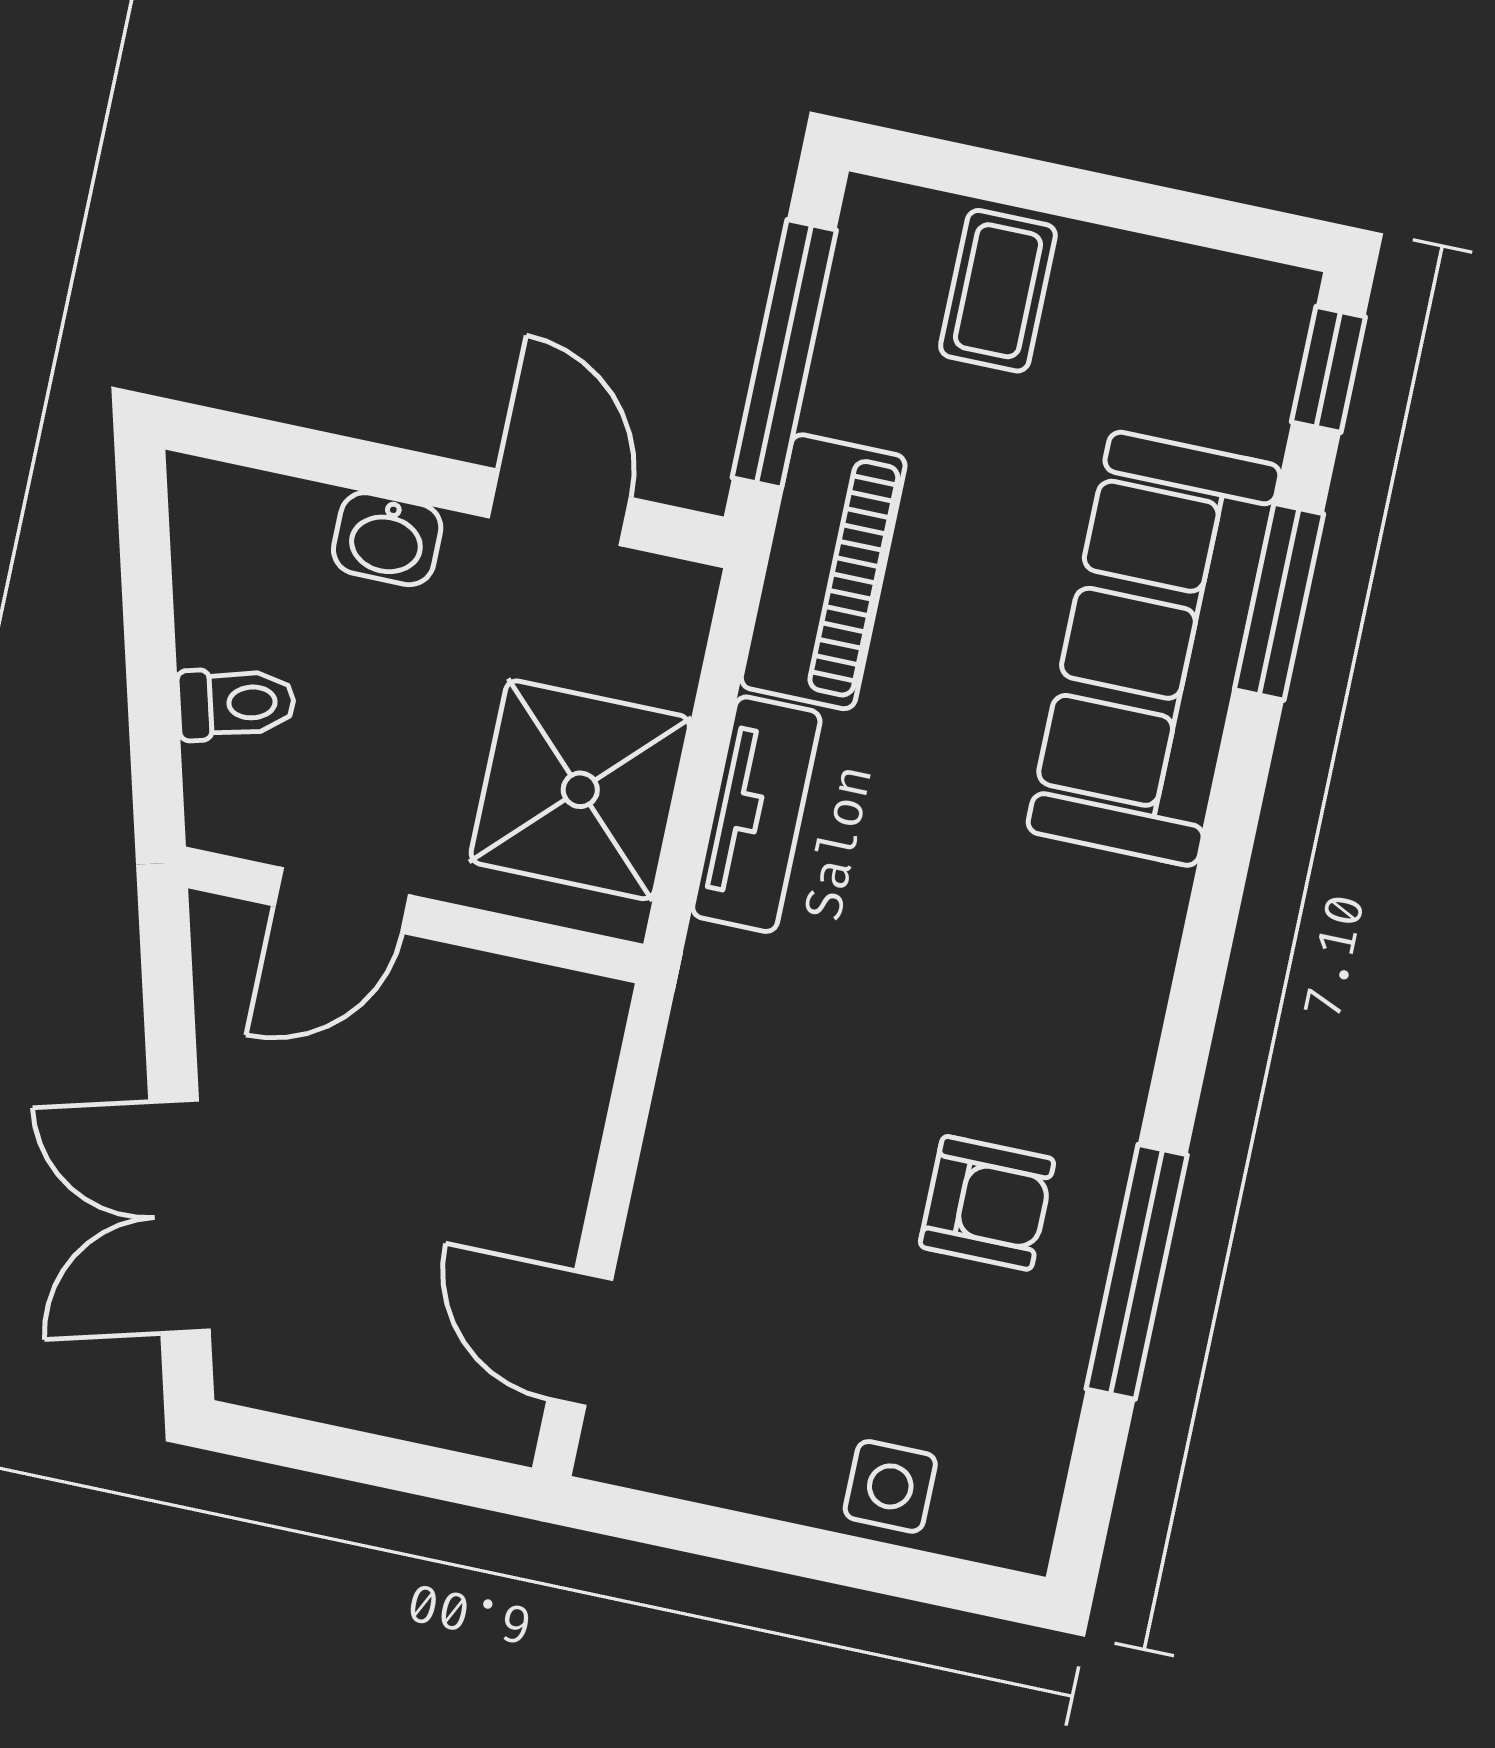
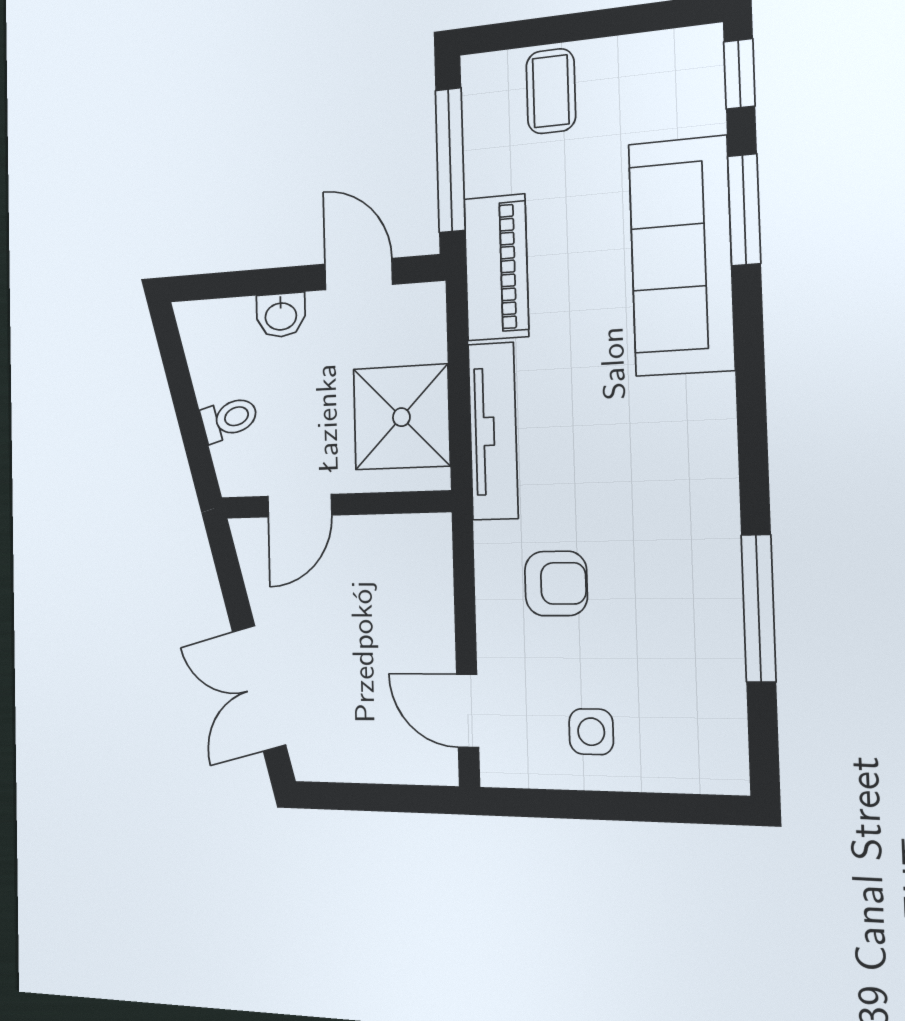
tv unit: (756, 814) -> (493, 431), width x1.41
armchair: (987, 1203) -> (556, 583), moved
side table: (890, 1486) -> (591, 732), moved

